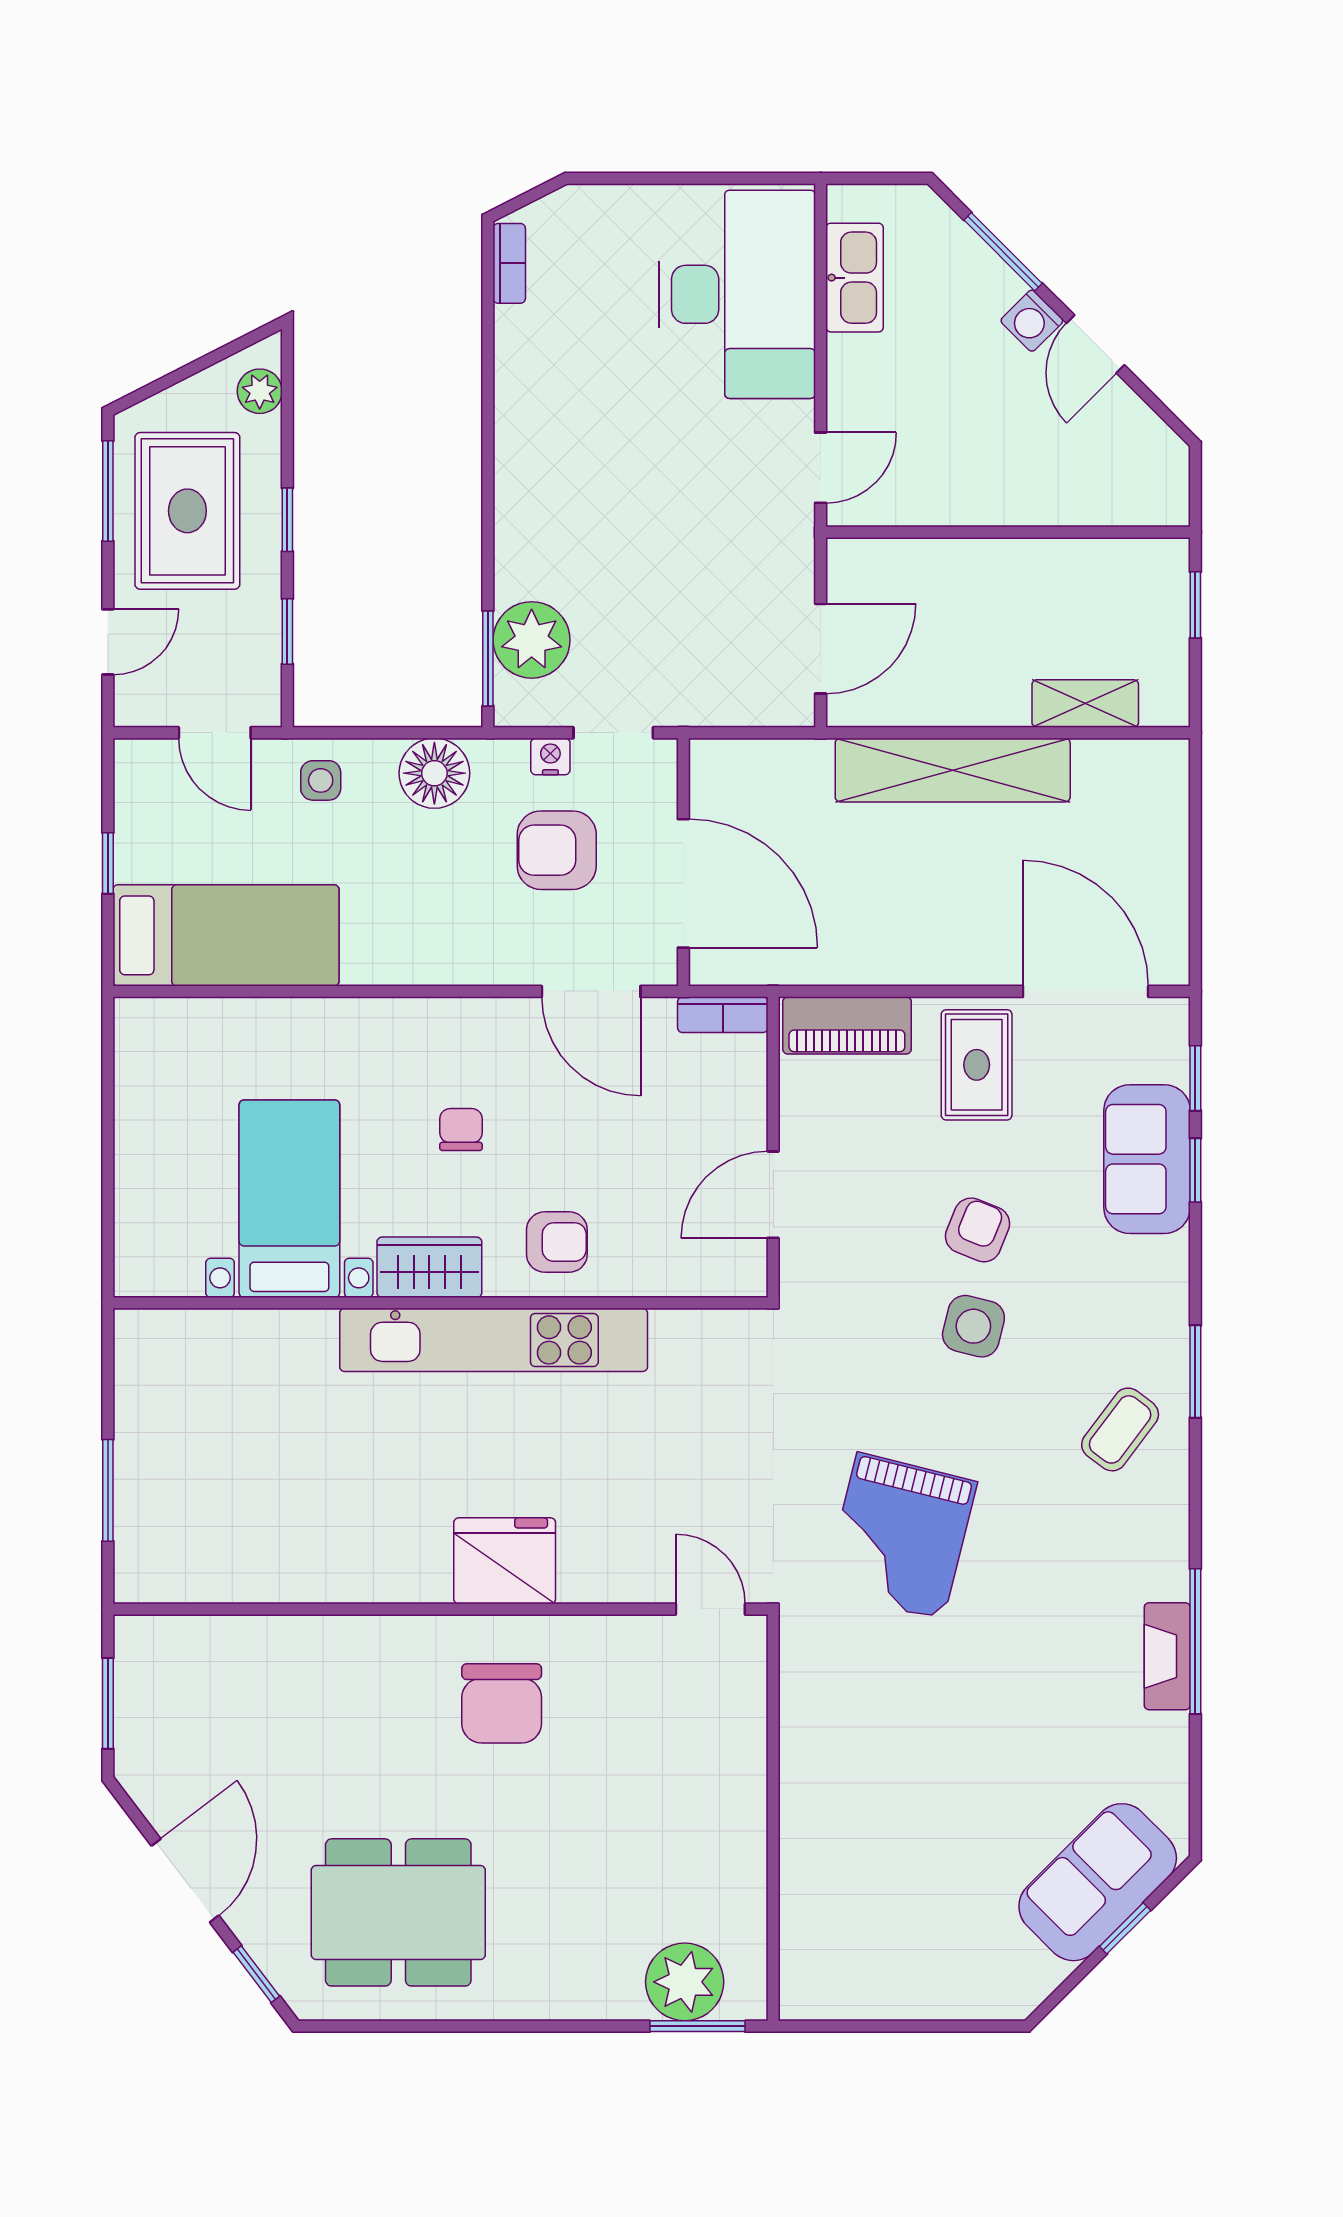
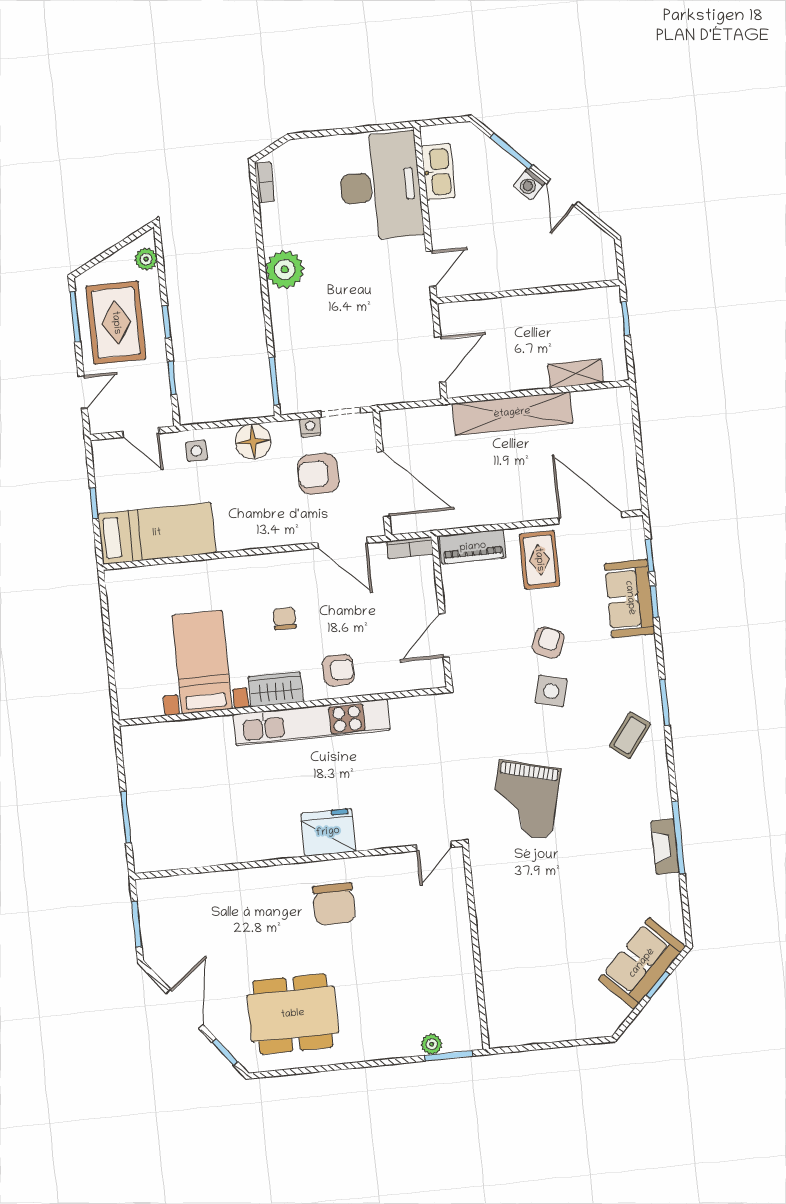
plant: (532, 640) -> (285, 270), moved
door: (710, 1609) -> (434, 846), swing flipped
plant: (685, 1982) -> (432, 1044), width x0.53, depth x0.53

